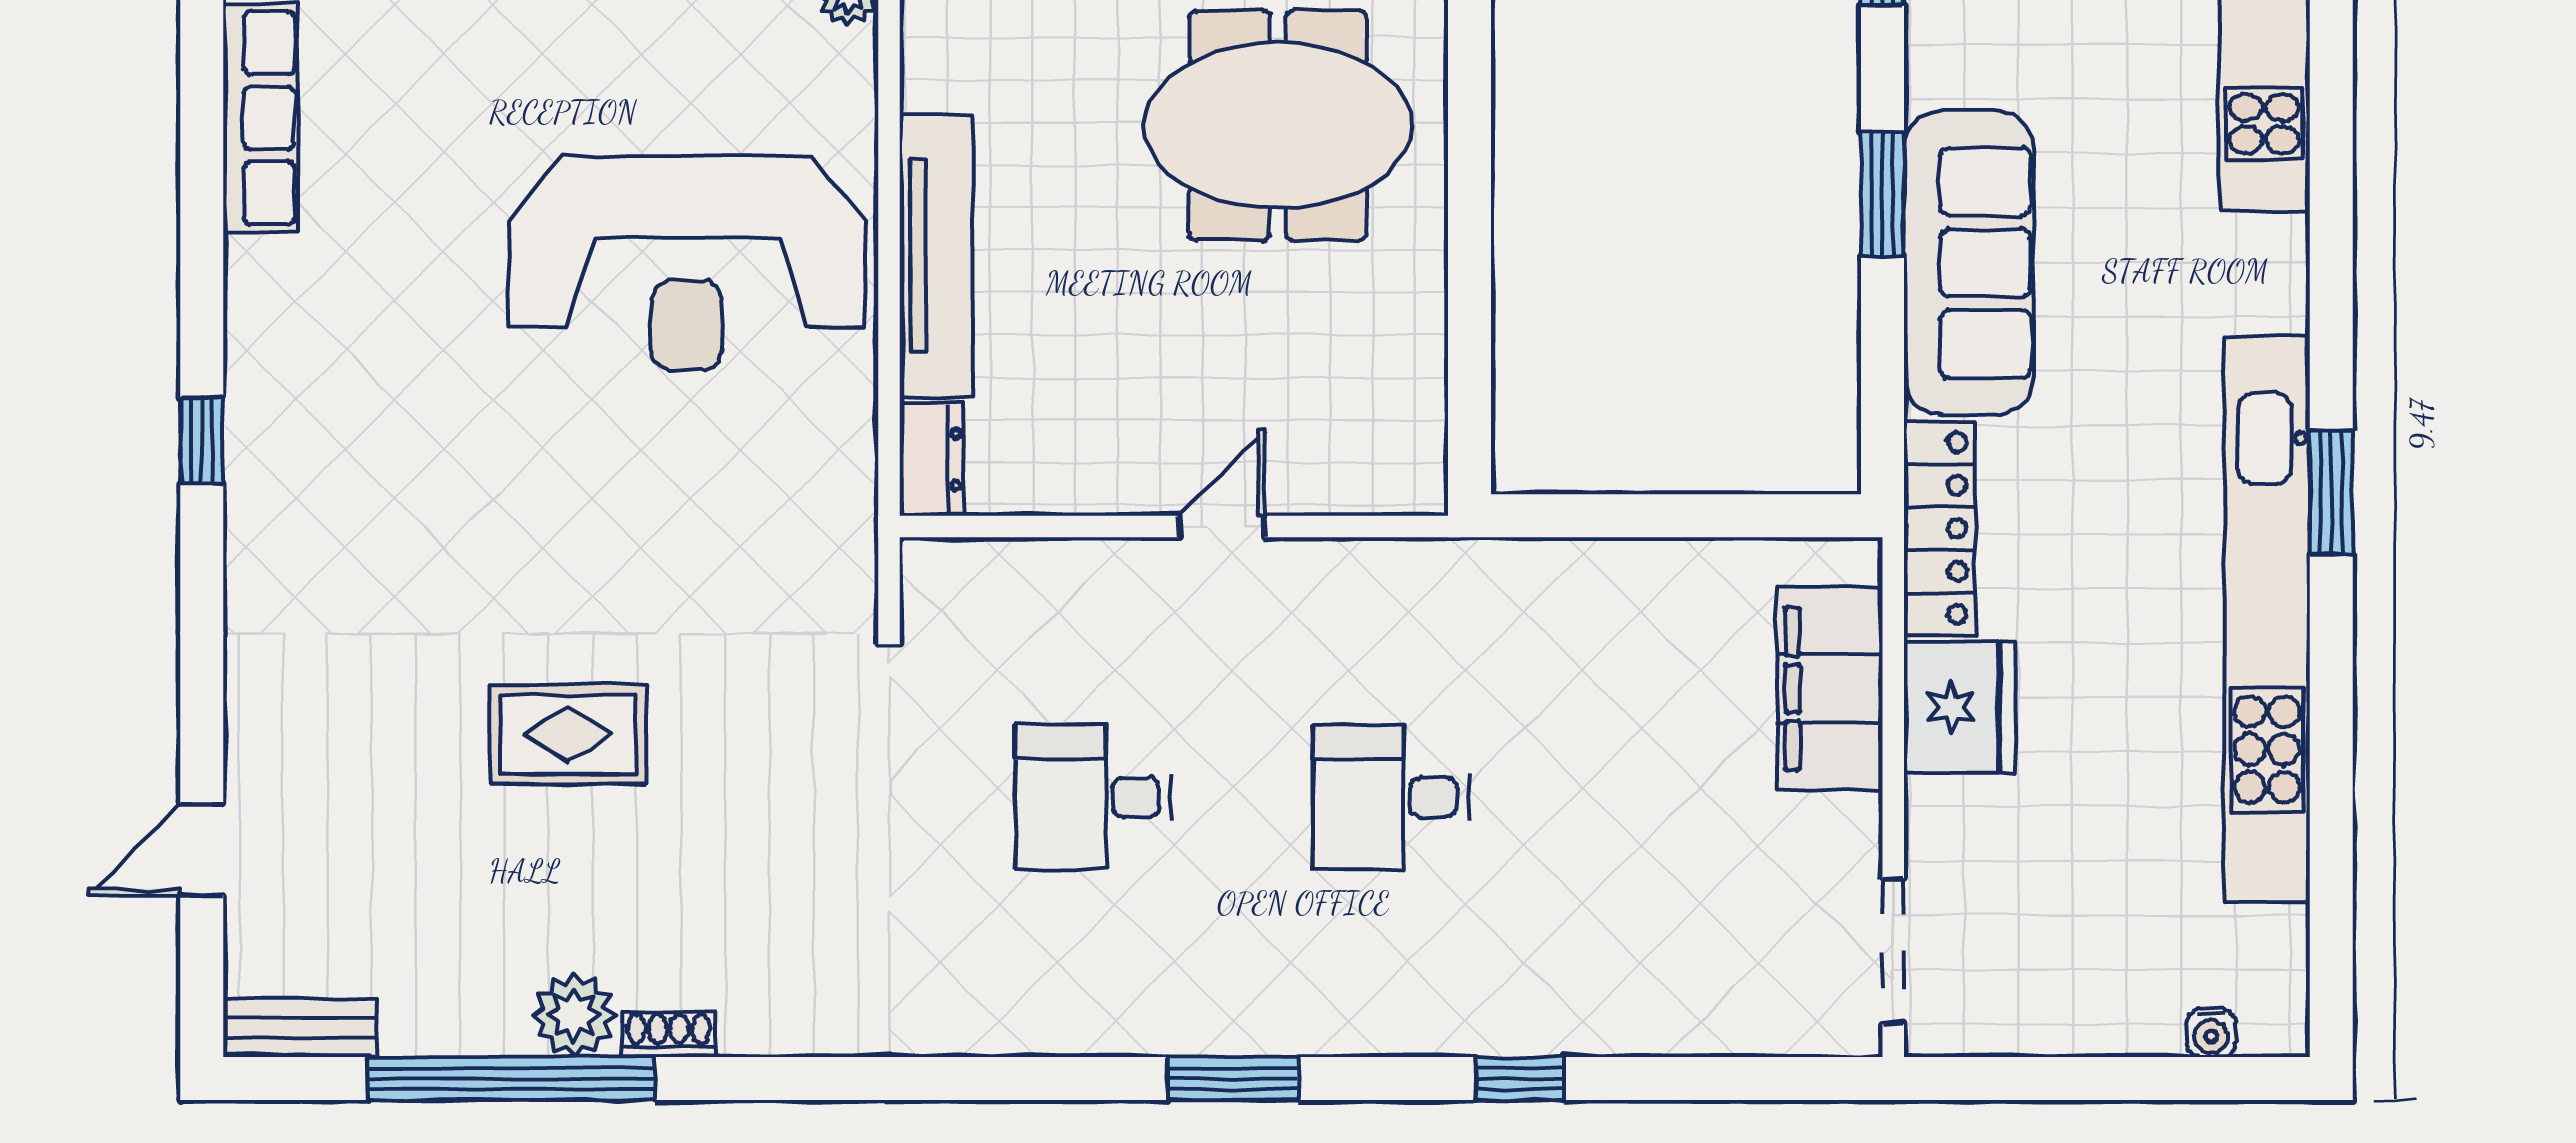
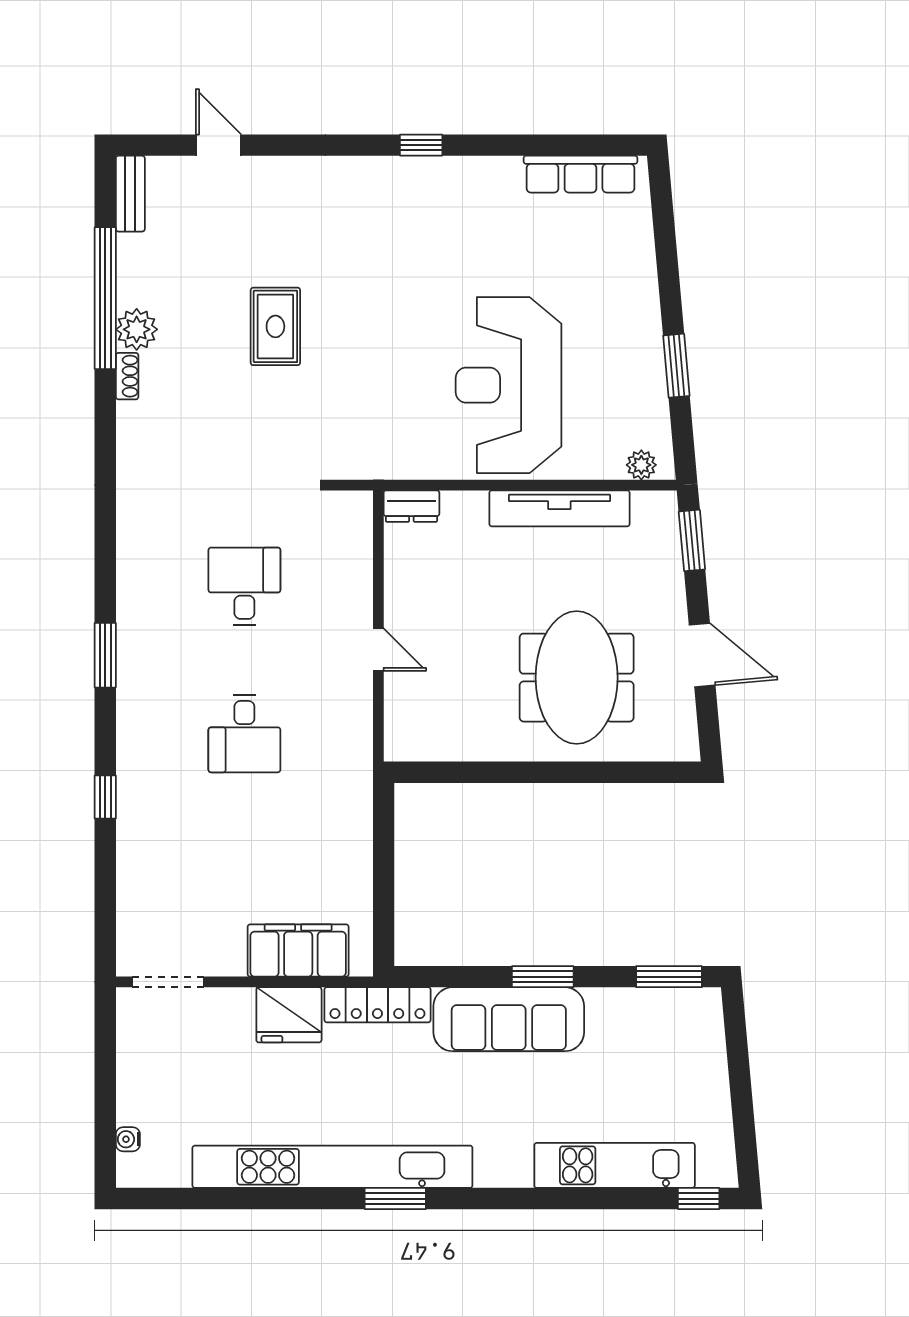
tv unit: (936, 256) -> (559, 508), moved
desk: (1391, 797) -> (244, 734), turned 180

